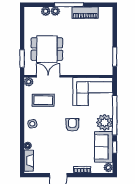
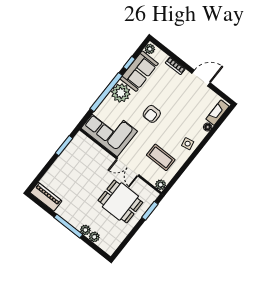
piano: (85, 13) -> (46, 197), moved
double door: (48, 76) -> (128, 167), moved

